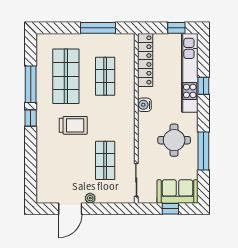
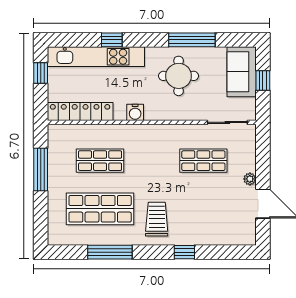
window: (31, 118) -> (184, 252), moved
trolley: (73, 125) -> (157, 219), moved

